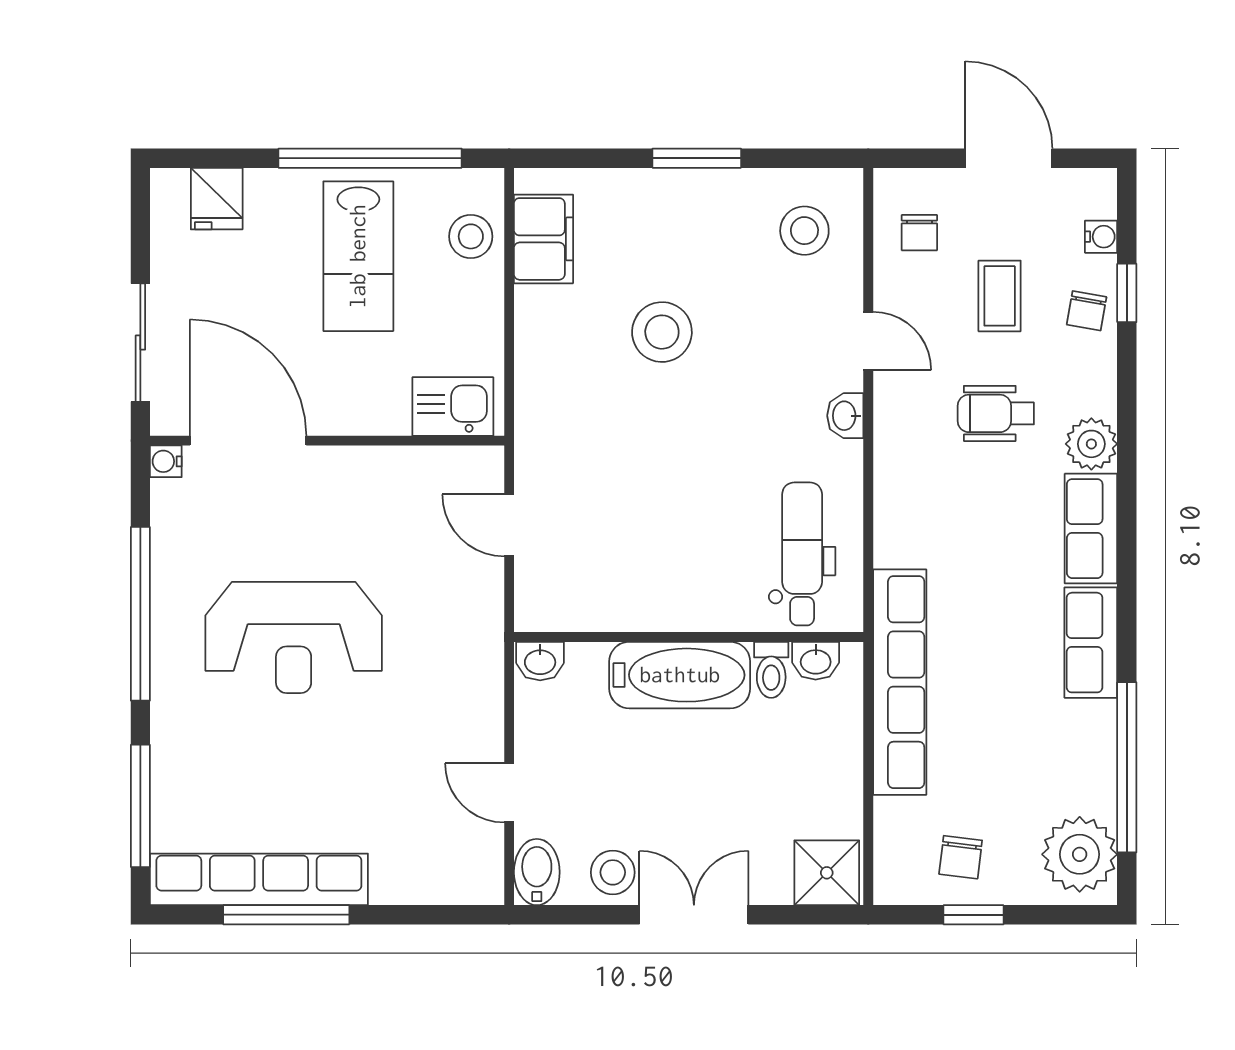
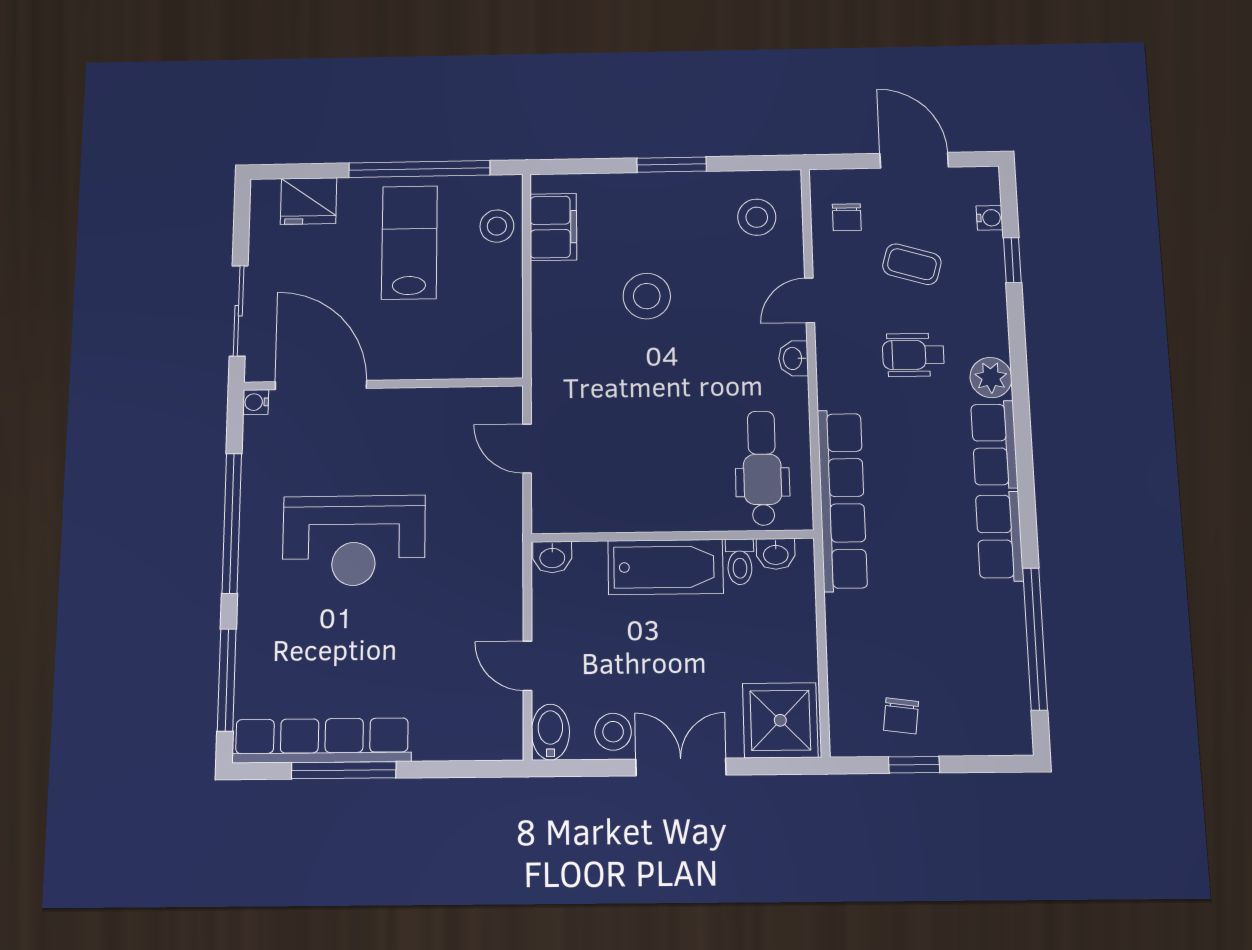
fridge: (217, 199) -> (308, 201), width x1.38
lab bench: (358, 256) -> (409, 242), turned 180
coffee table: (1000, 296) -> (912, 264), turned -74
chair: (1087, 311) -> (981, 274), removed
door: (868, 341) -> (810, 300), swing flipped
kitchen sink: (453, 407) -> (483, 356), removed
row of seats: (900, 682) -> (842, 500), moved
plant: (1080, 854) -> (1000, 712), removed
shower: (827, 873) -> (780, 720), width x1.36, depth x1.36

